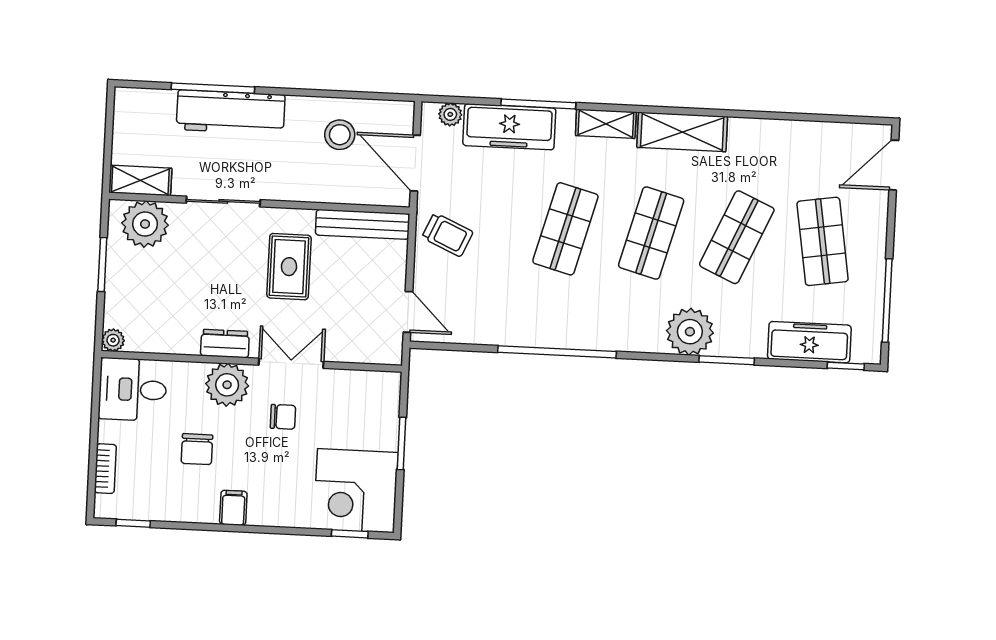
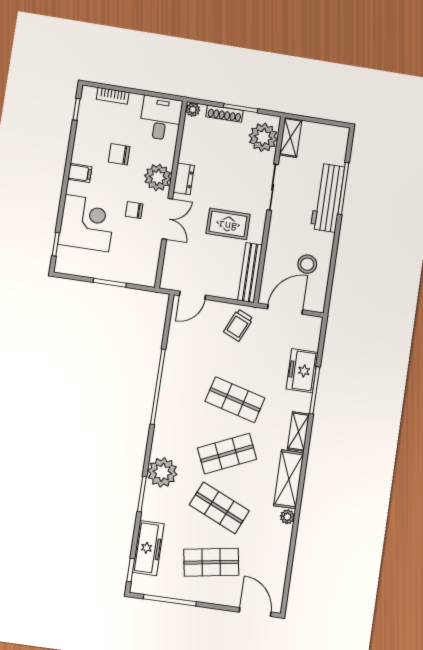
plant: (450, 114) -> (287, 517), moved
freezer: (509, 127) -> (302, 371), width x0.71
shop shelf: (651, 233) -> (227, 454), turned -39
shoe rack: (114, 289) -> (225, 114), added
chair: (283, 417) -> (134, 210), turned 90
corner desk: (356, 491) -> (87, 223), moved, turned 90

